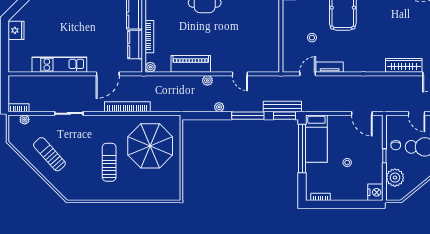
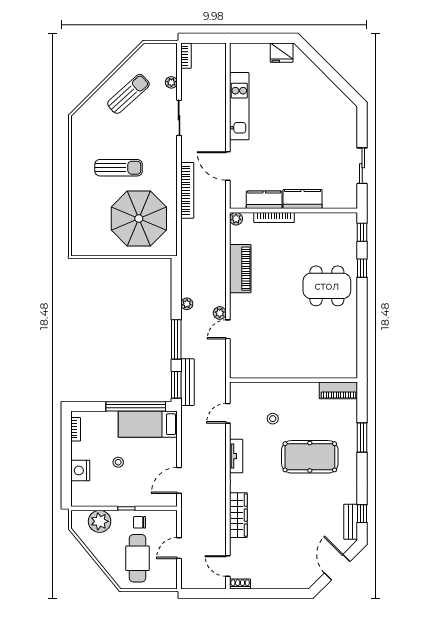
wardrobe: (404, 65) -> (238, 515), moved
tv unit: (330, 67) -> (236, 456), moved
door: (308, 74) -> (228, 413), swing flipped
plant: (207, 80) -> (220, 313), moved
plant: (25, 120) -> (171, 82), moved
nightstand: (375, 192) -> (80, 470), moved, turned 90

